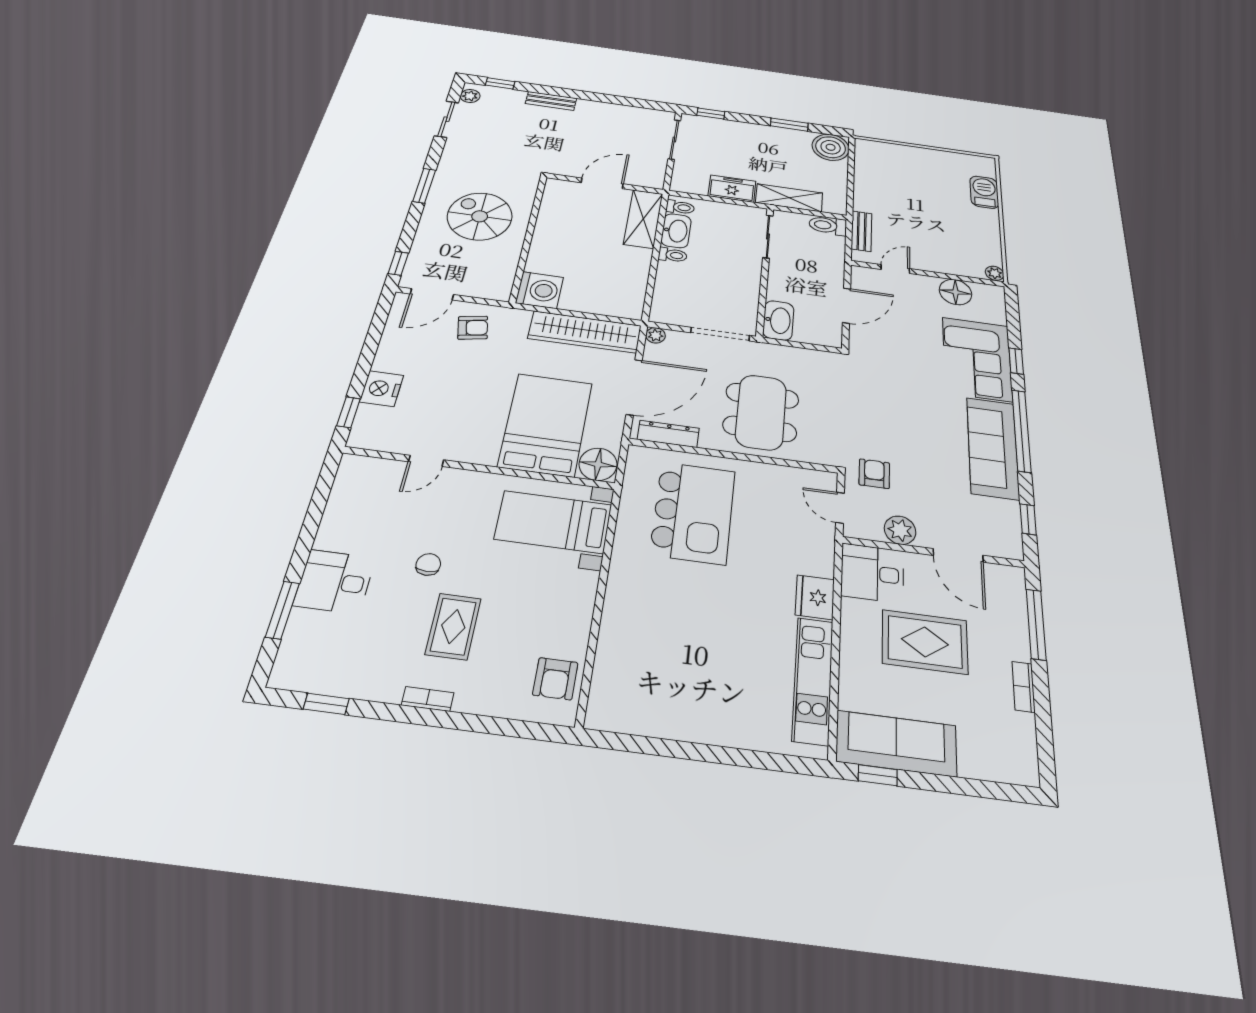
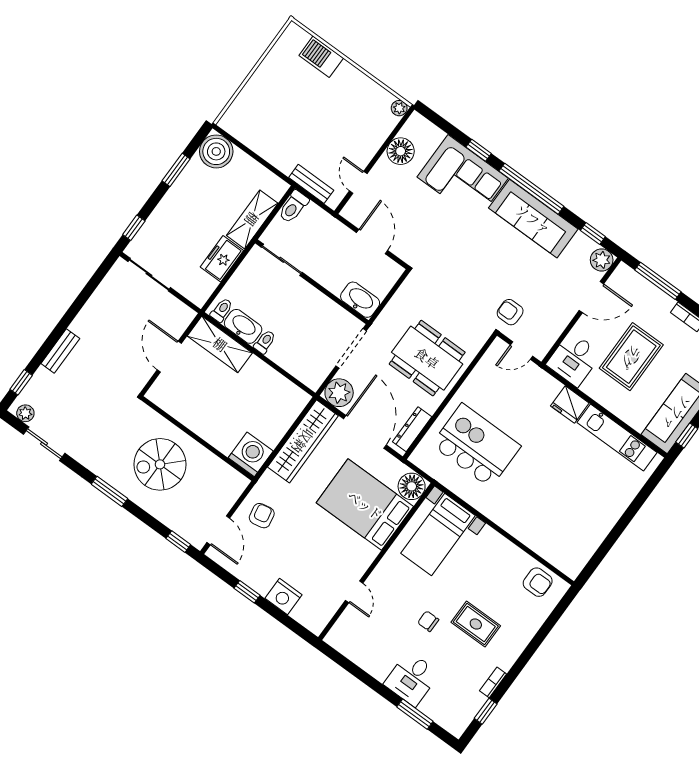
plant: (655, 335) -> (339, 393), width x1.88, depth x1.88
window: (348, 412) -> (247, 592), moved
plant: (900, 530) -> (602, 260), moved
bookcase: (428, 699) -> (493, 682), moved

